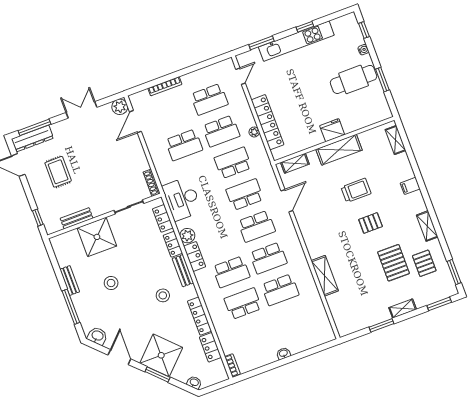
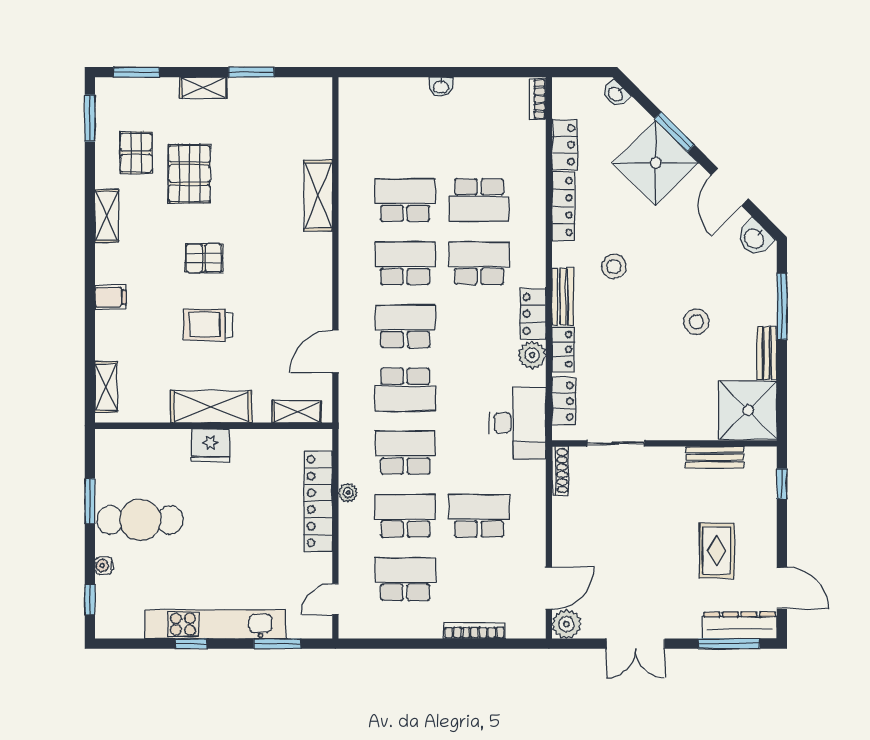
school desk: (233, 163) -> (405, 453), turned 180
shower: (97, 237) -> (748, 410), moved

